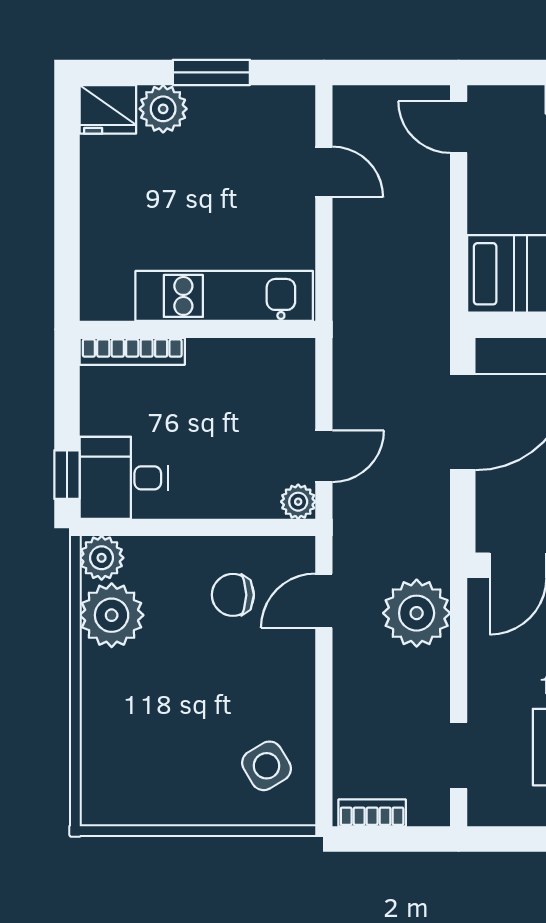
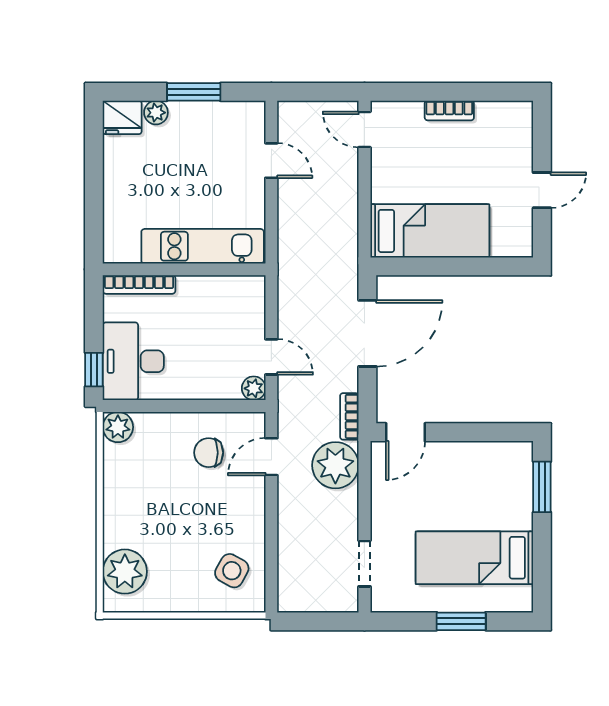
plant: (163, 109) -> (156, 113), width x0.73, depth x0.73
door: (324, 456) -> (271, 357), hinge flipped
desk: (124, 478) -> (133, 361), width x1.37
plant: (112, 615) -> (125, 572), moved
side table: (267, 766) -> (232, 571), turned -30
bookcase: (372, 813) -> (349, 416), moved, turned -90

